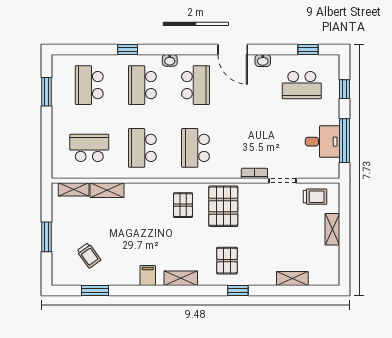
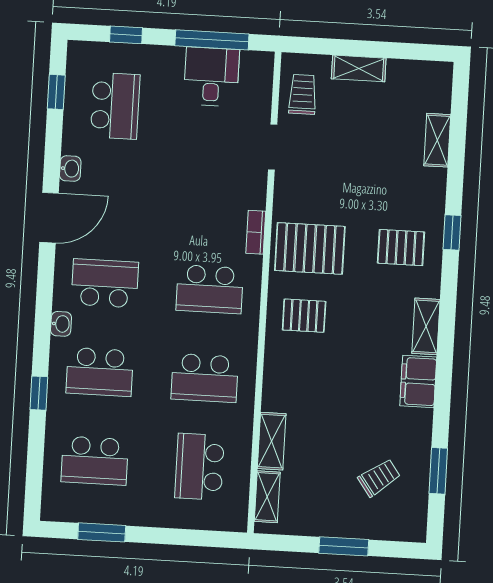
bookcase: (254, 173) -> (256, 232), moved
filing cabinet: (148, 276) -> (418, 381), width x2.00

